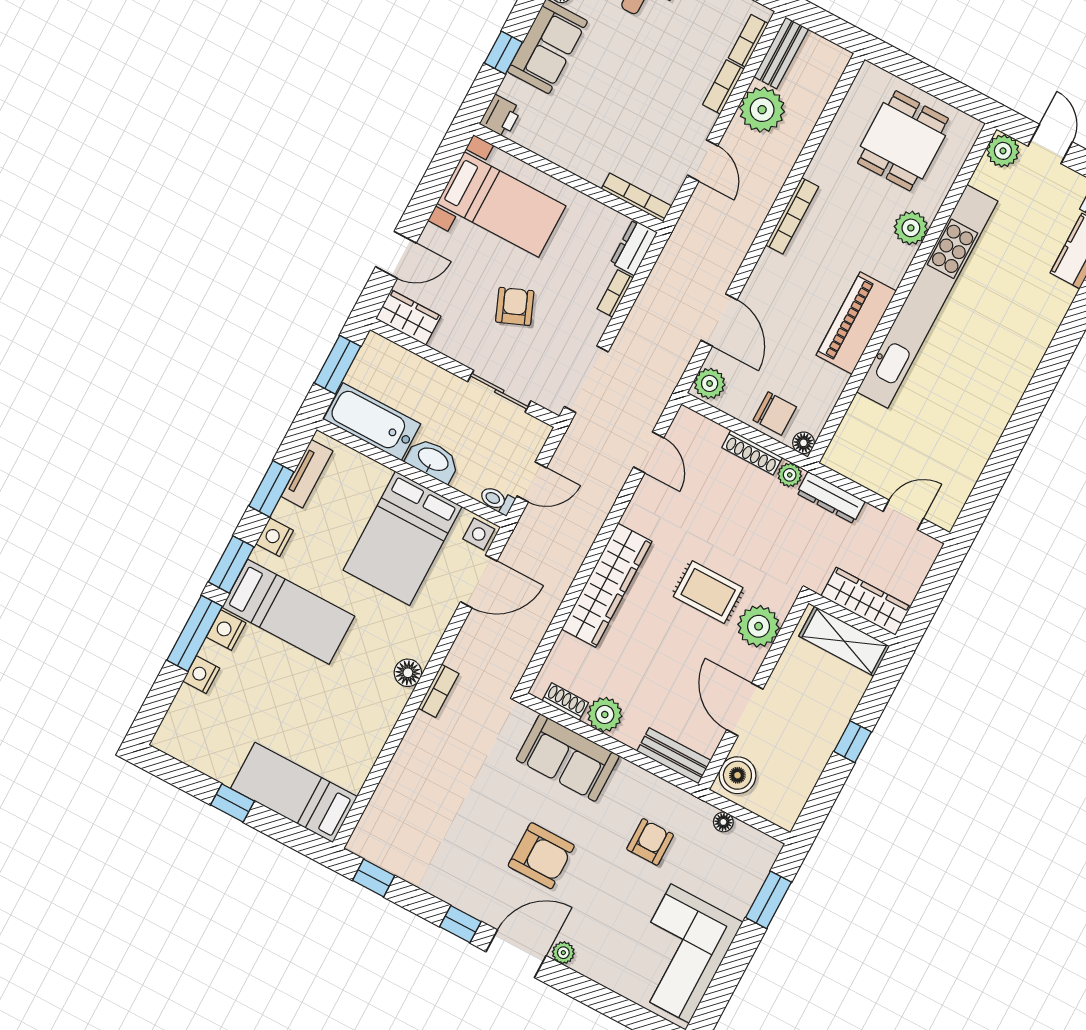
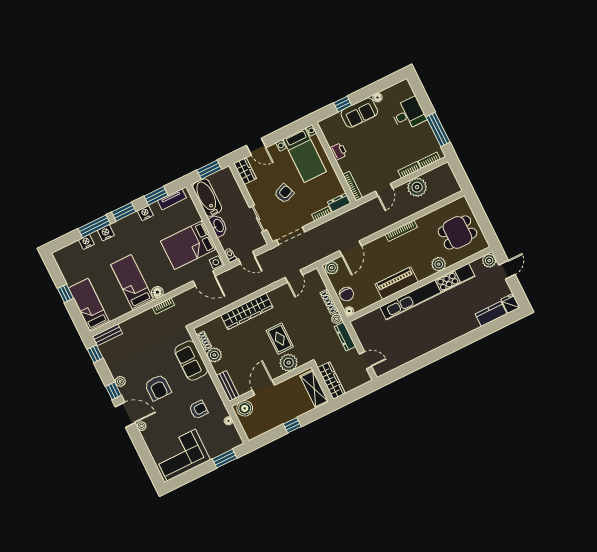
bench: (781, 53) -> (107, 335), moved
printer: (501, 116) -> (338, 151), moved, turned -90
bed: (288, 612) -> (132, 282), moved, turned 180
plant: (460, 896) -> (120, 381), added

